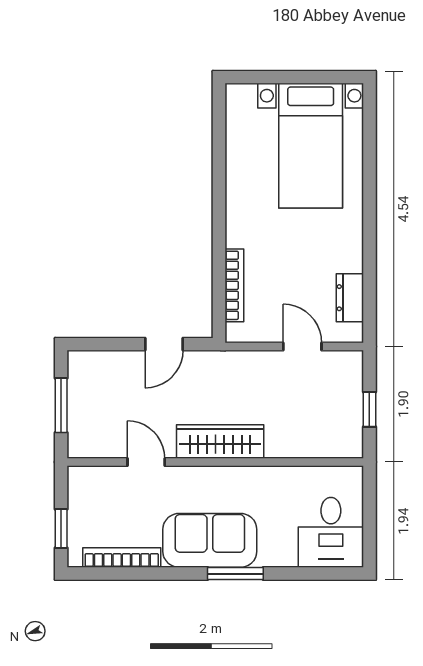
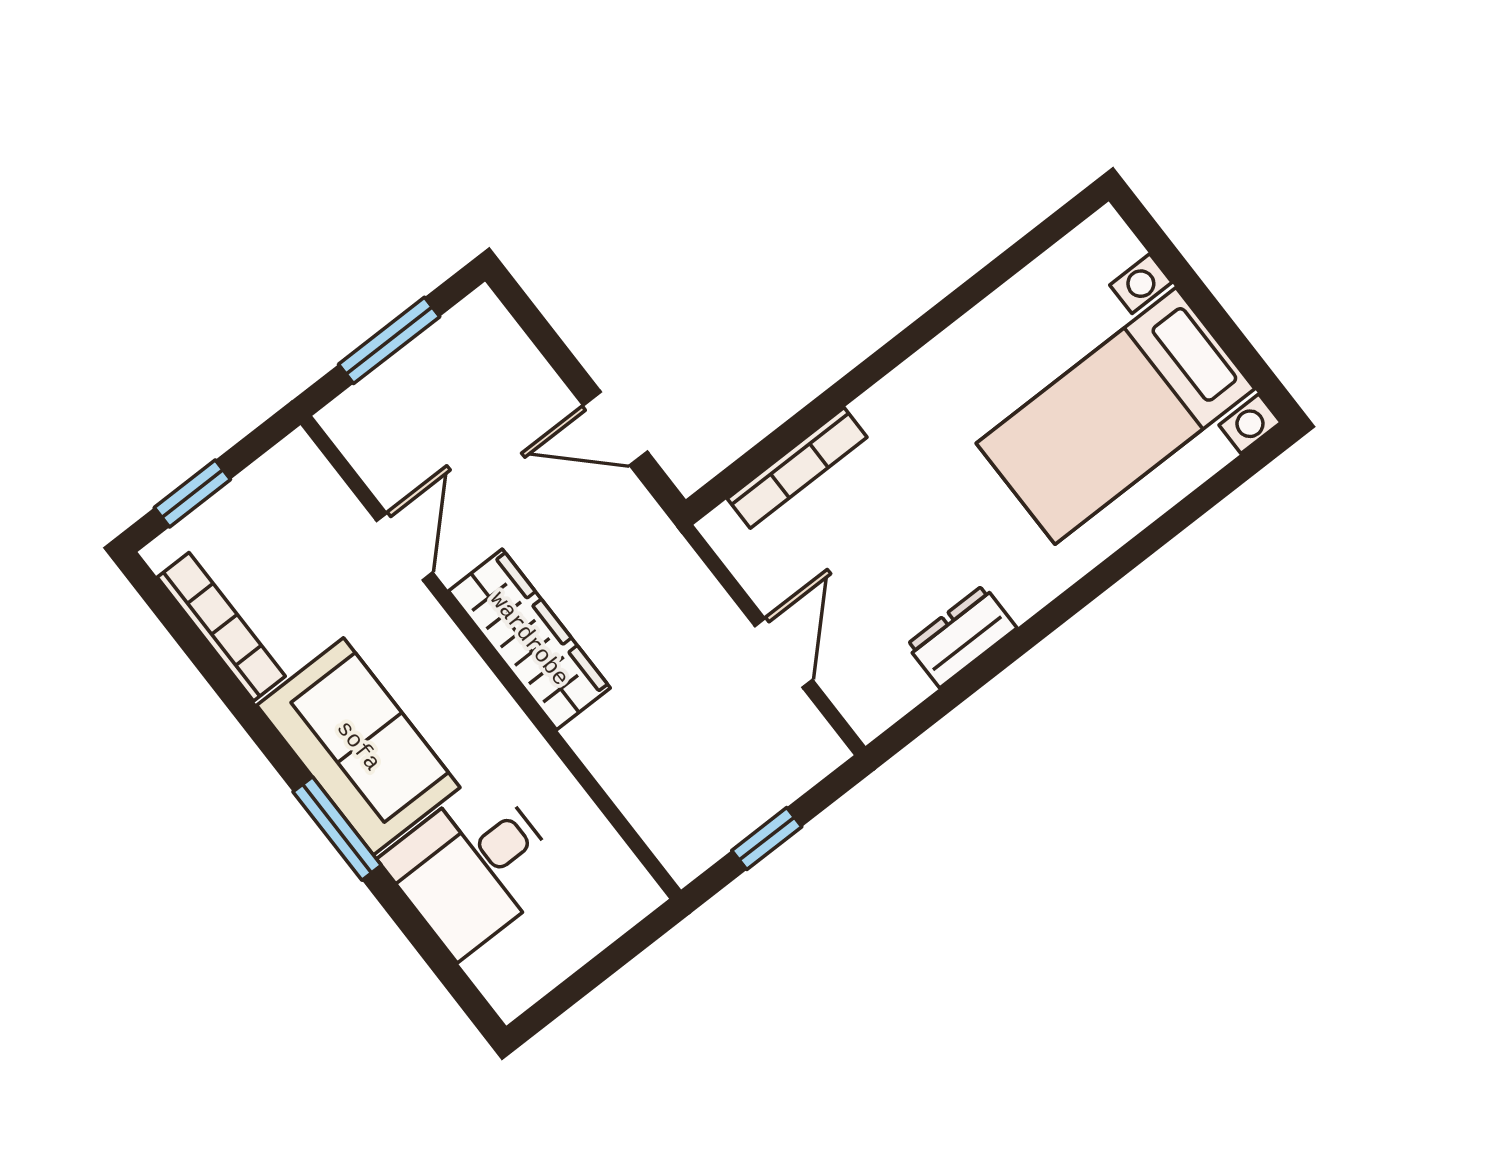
dresser: (350, 298) -> (962, 636), moved
desk: (331, 532) -> (473, 867), moved

